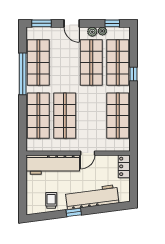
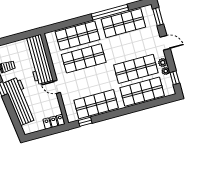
door: (72, 23) -> (165, 43), swing flipped
window: (133, 74) -> (85, 122), moved

